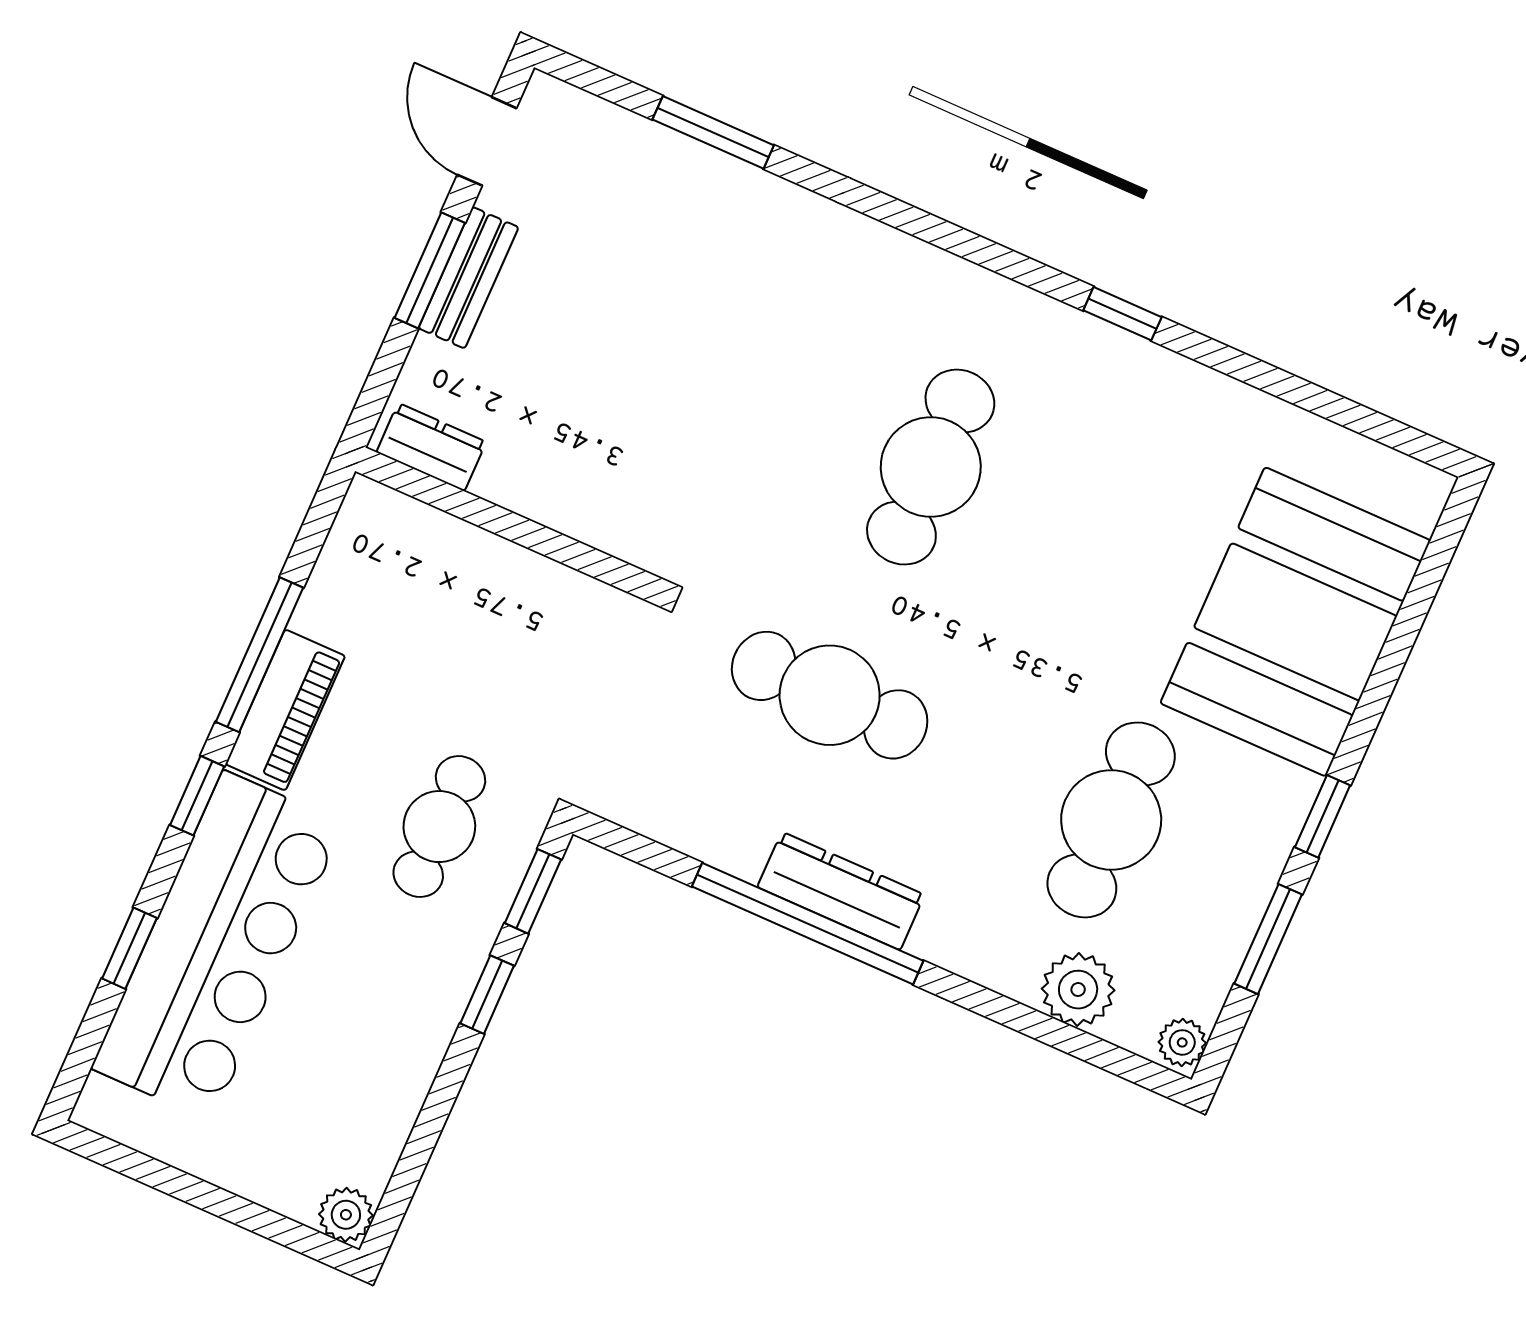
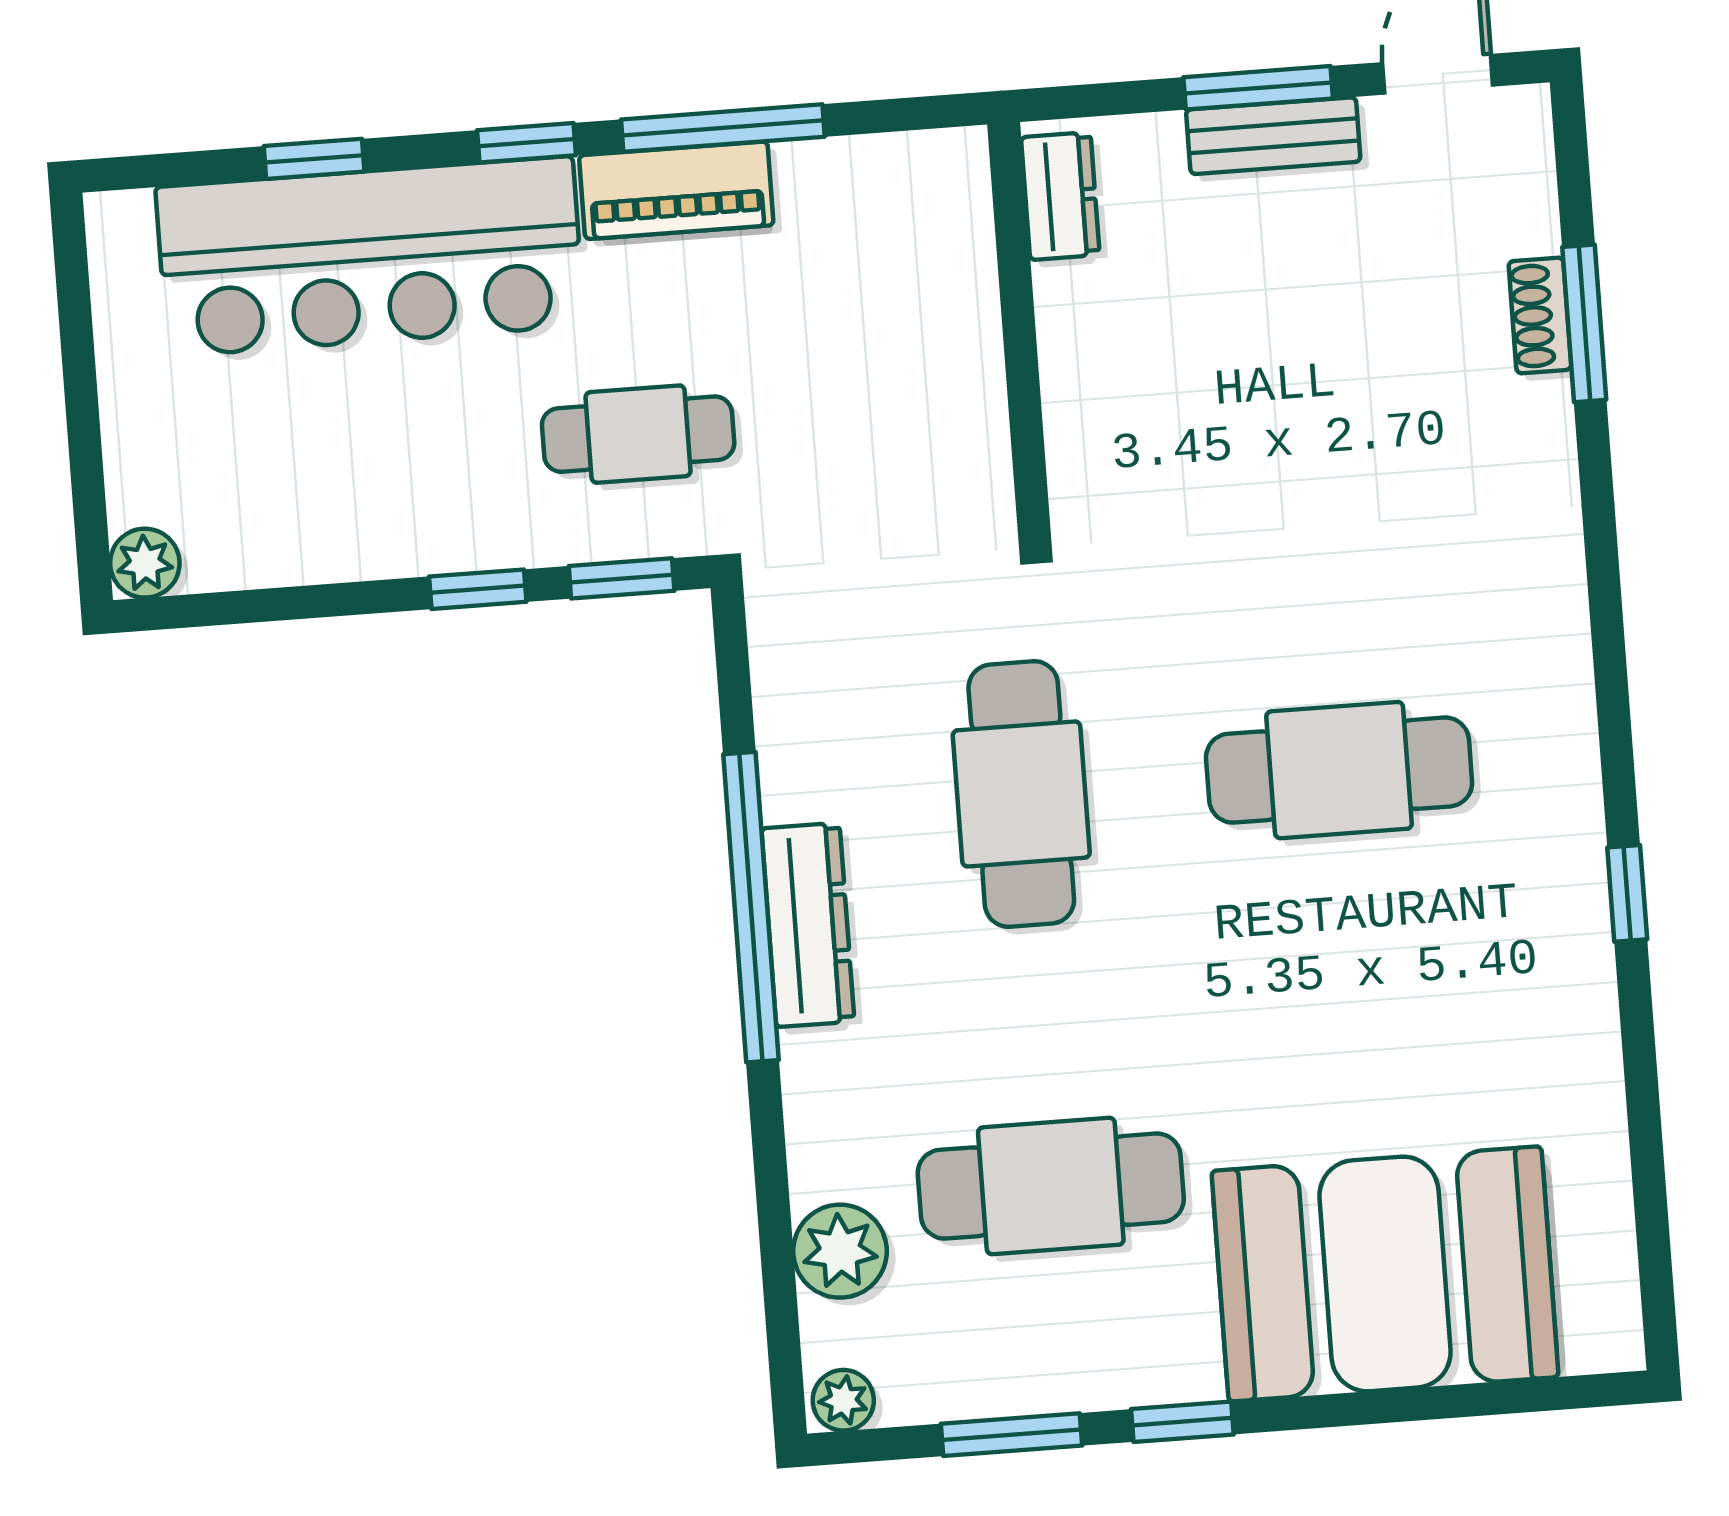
shoe rack: (691, 160) -> (1540, 315), added

